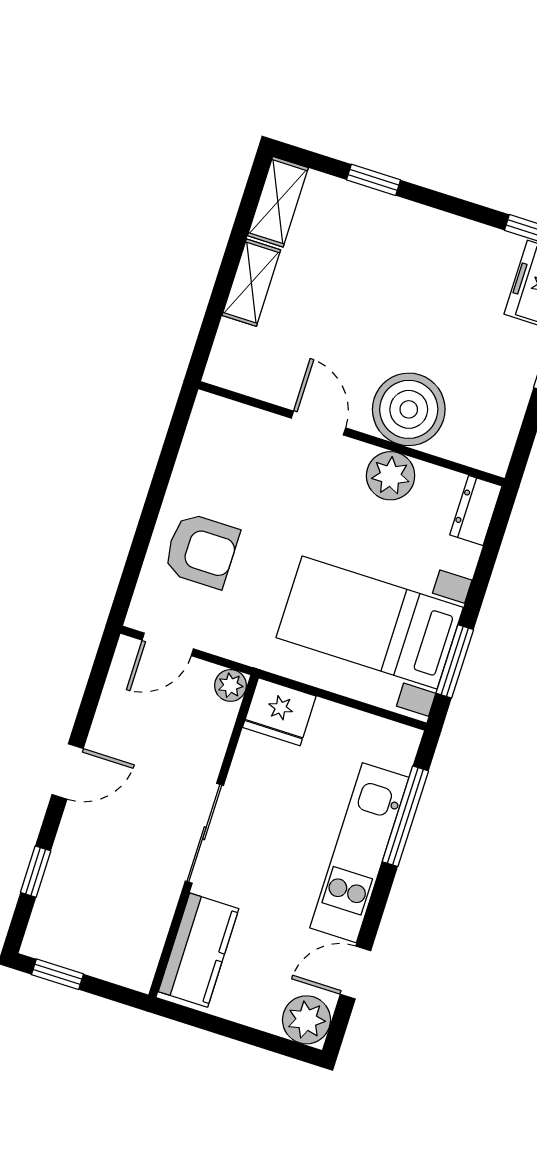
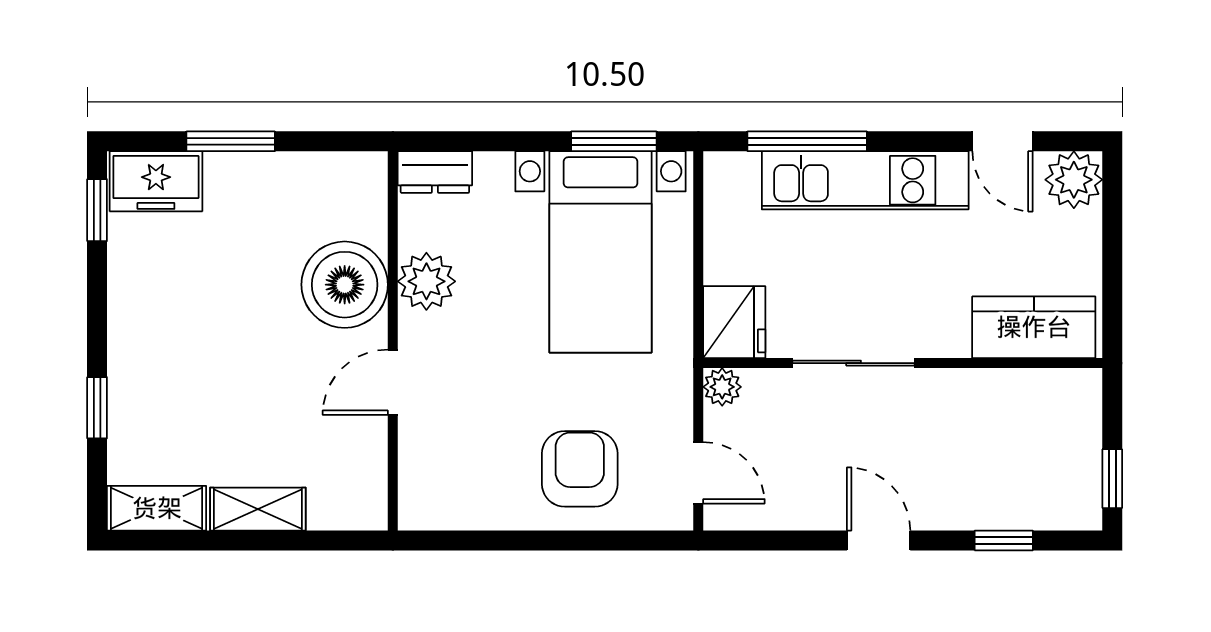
sliding door: (204, 833) -> (854, 363), moved

